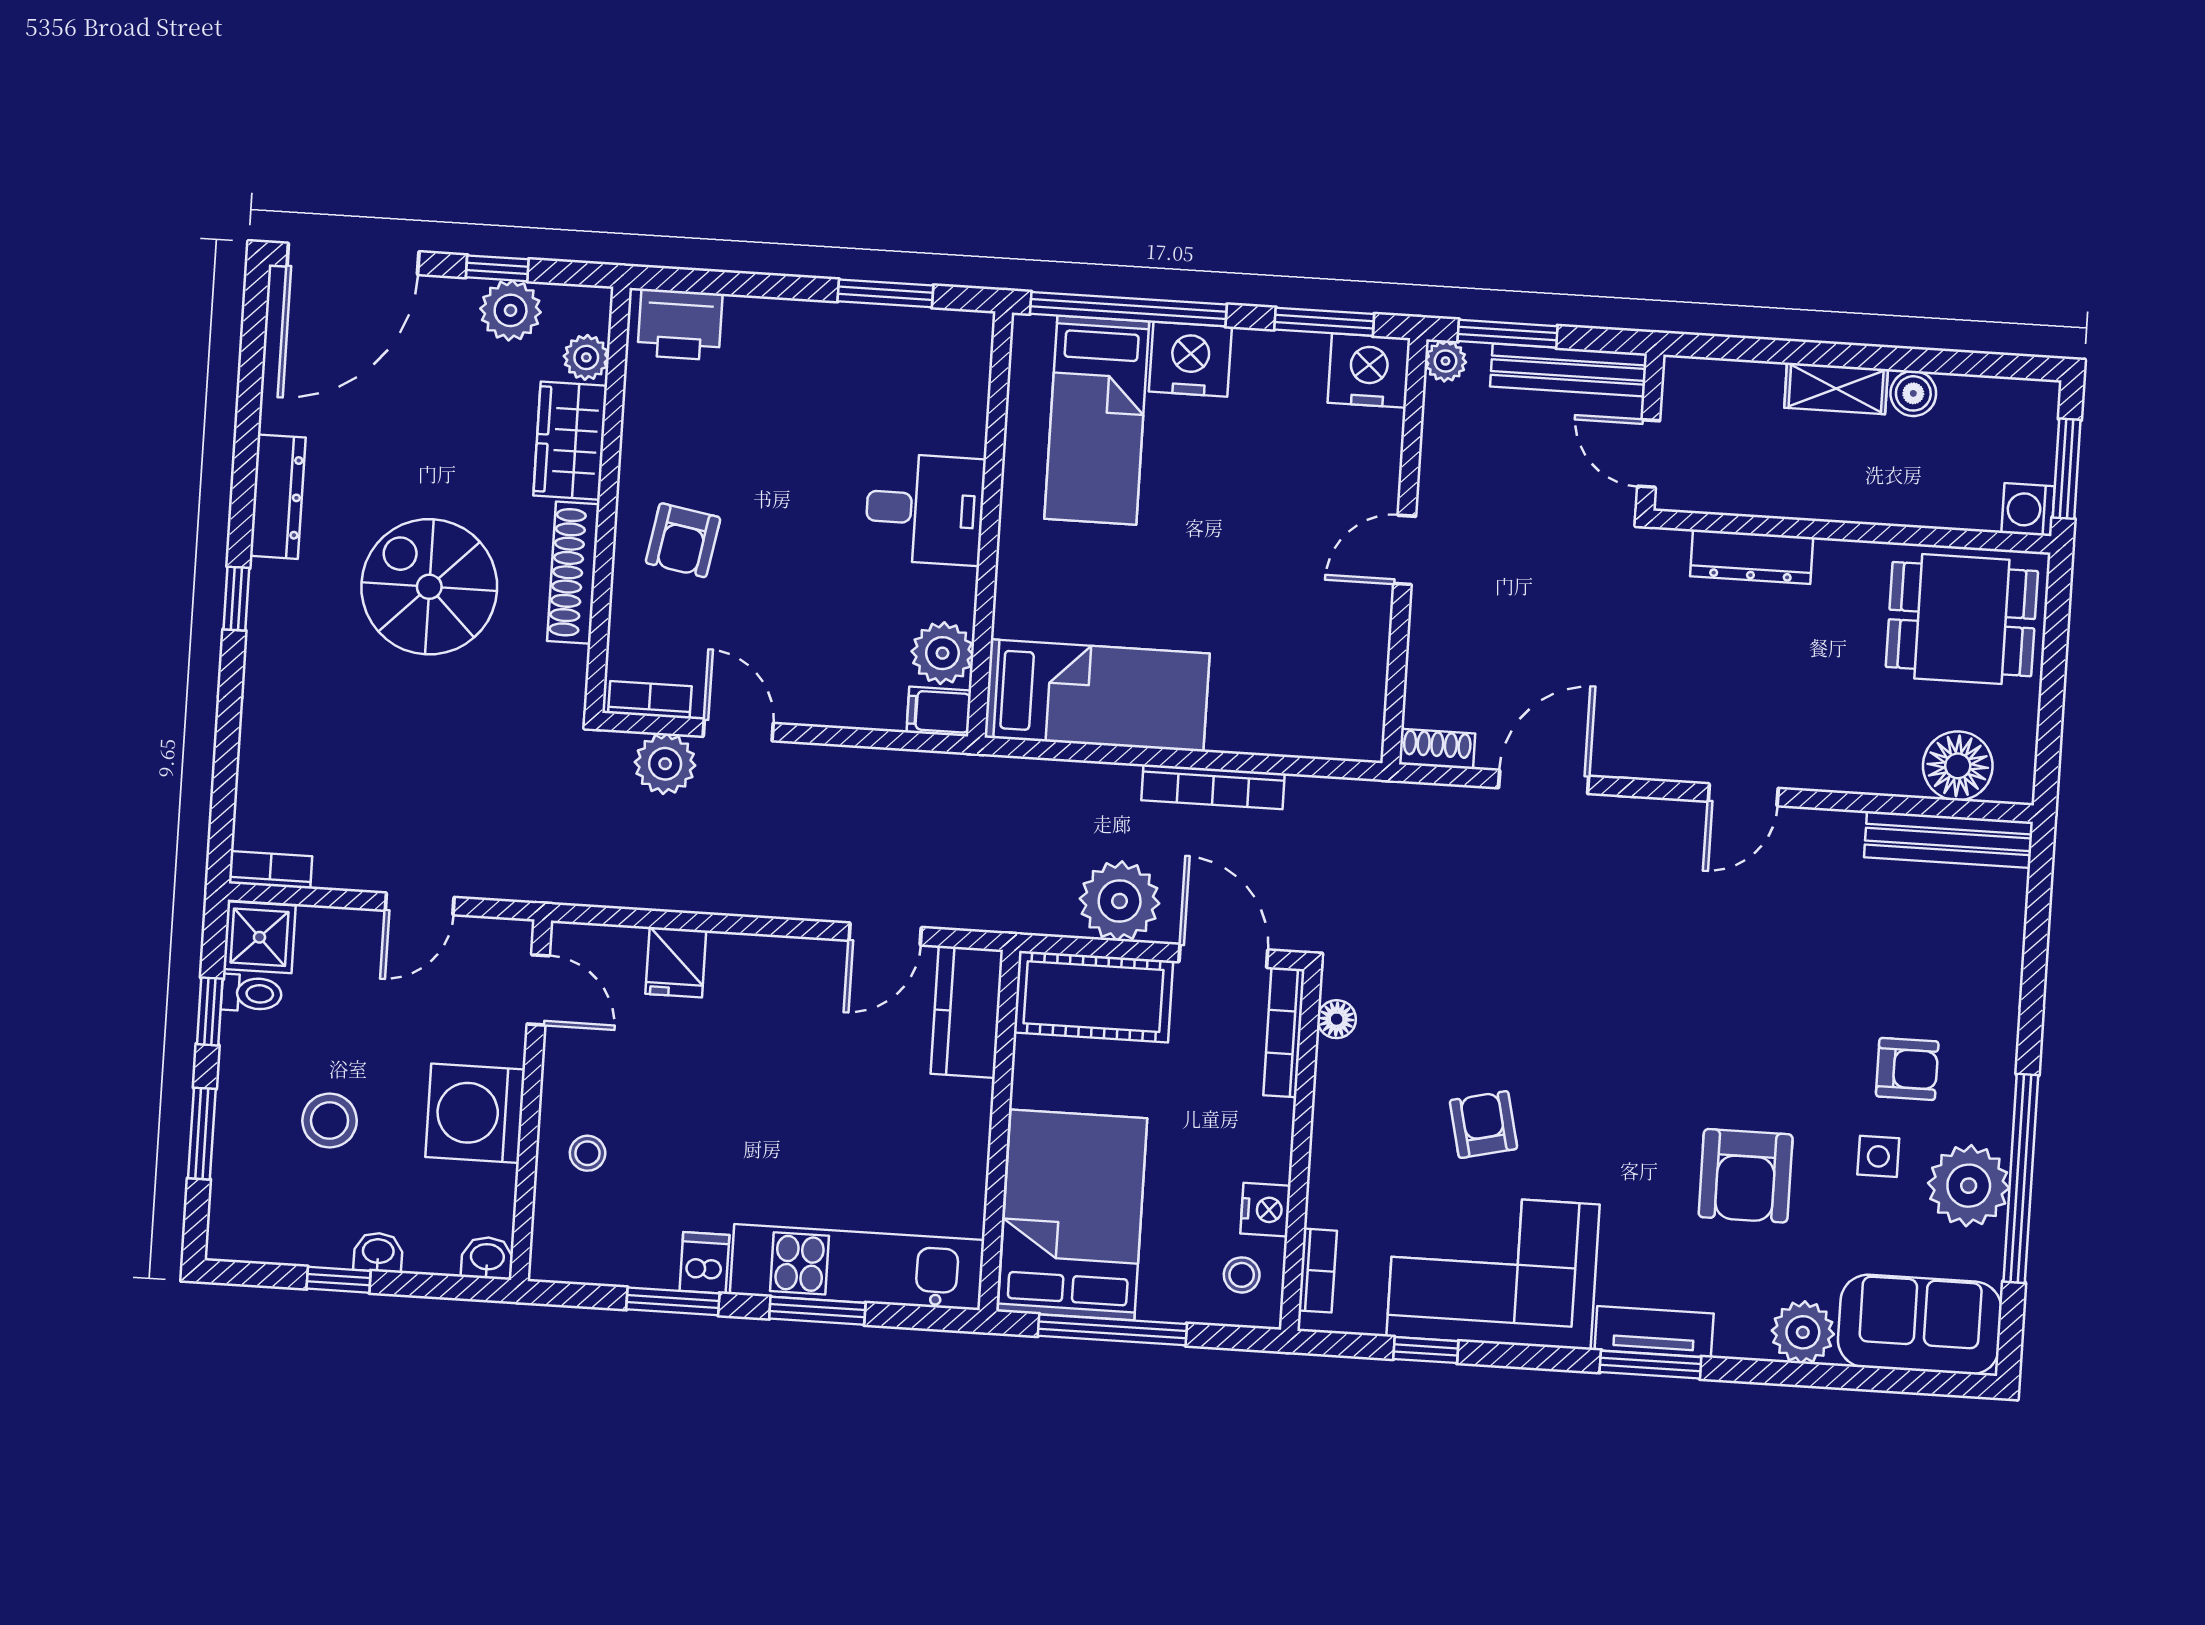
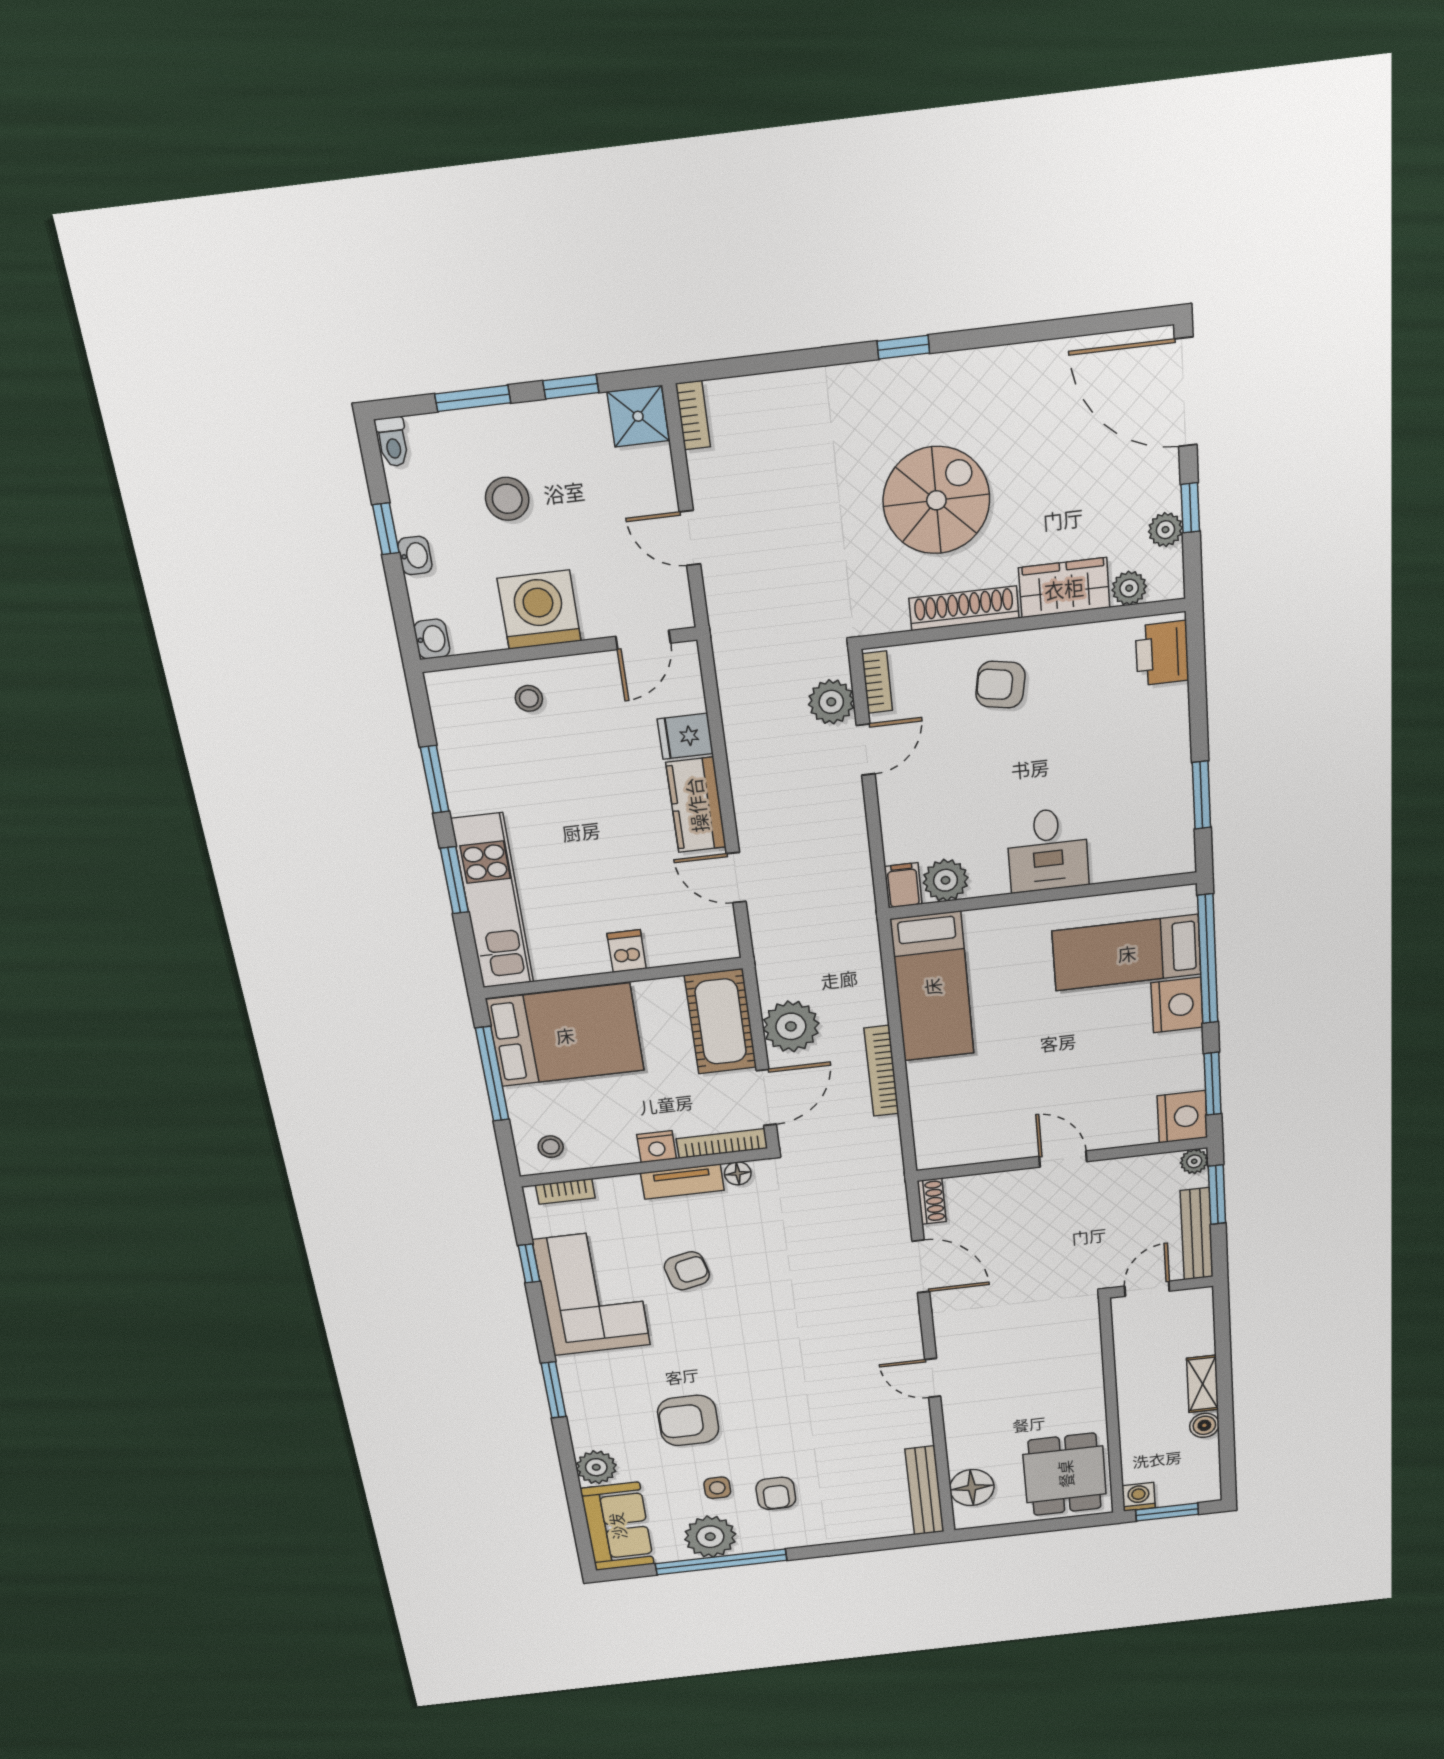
plant: (511, 310) -> (1165, 530), width x0.73, depth x0.73
dresser: (278, 497) -> (990, 366), removed
dresser: (1752, 557) -> (1088, 1357), removed
toilet: (251, 993) -> (392, 442), moved
kitchen counter: (967, 1012) -> (696, 805), moved, turned -90
nightstand: (1265, 1210) -> (657, 1147), moved
dishwasher: (704, 1263) -> (627, 951), moved, turned -90
tv unit: (1654, 1332) -> (682, 1182), moved, turned 90

